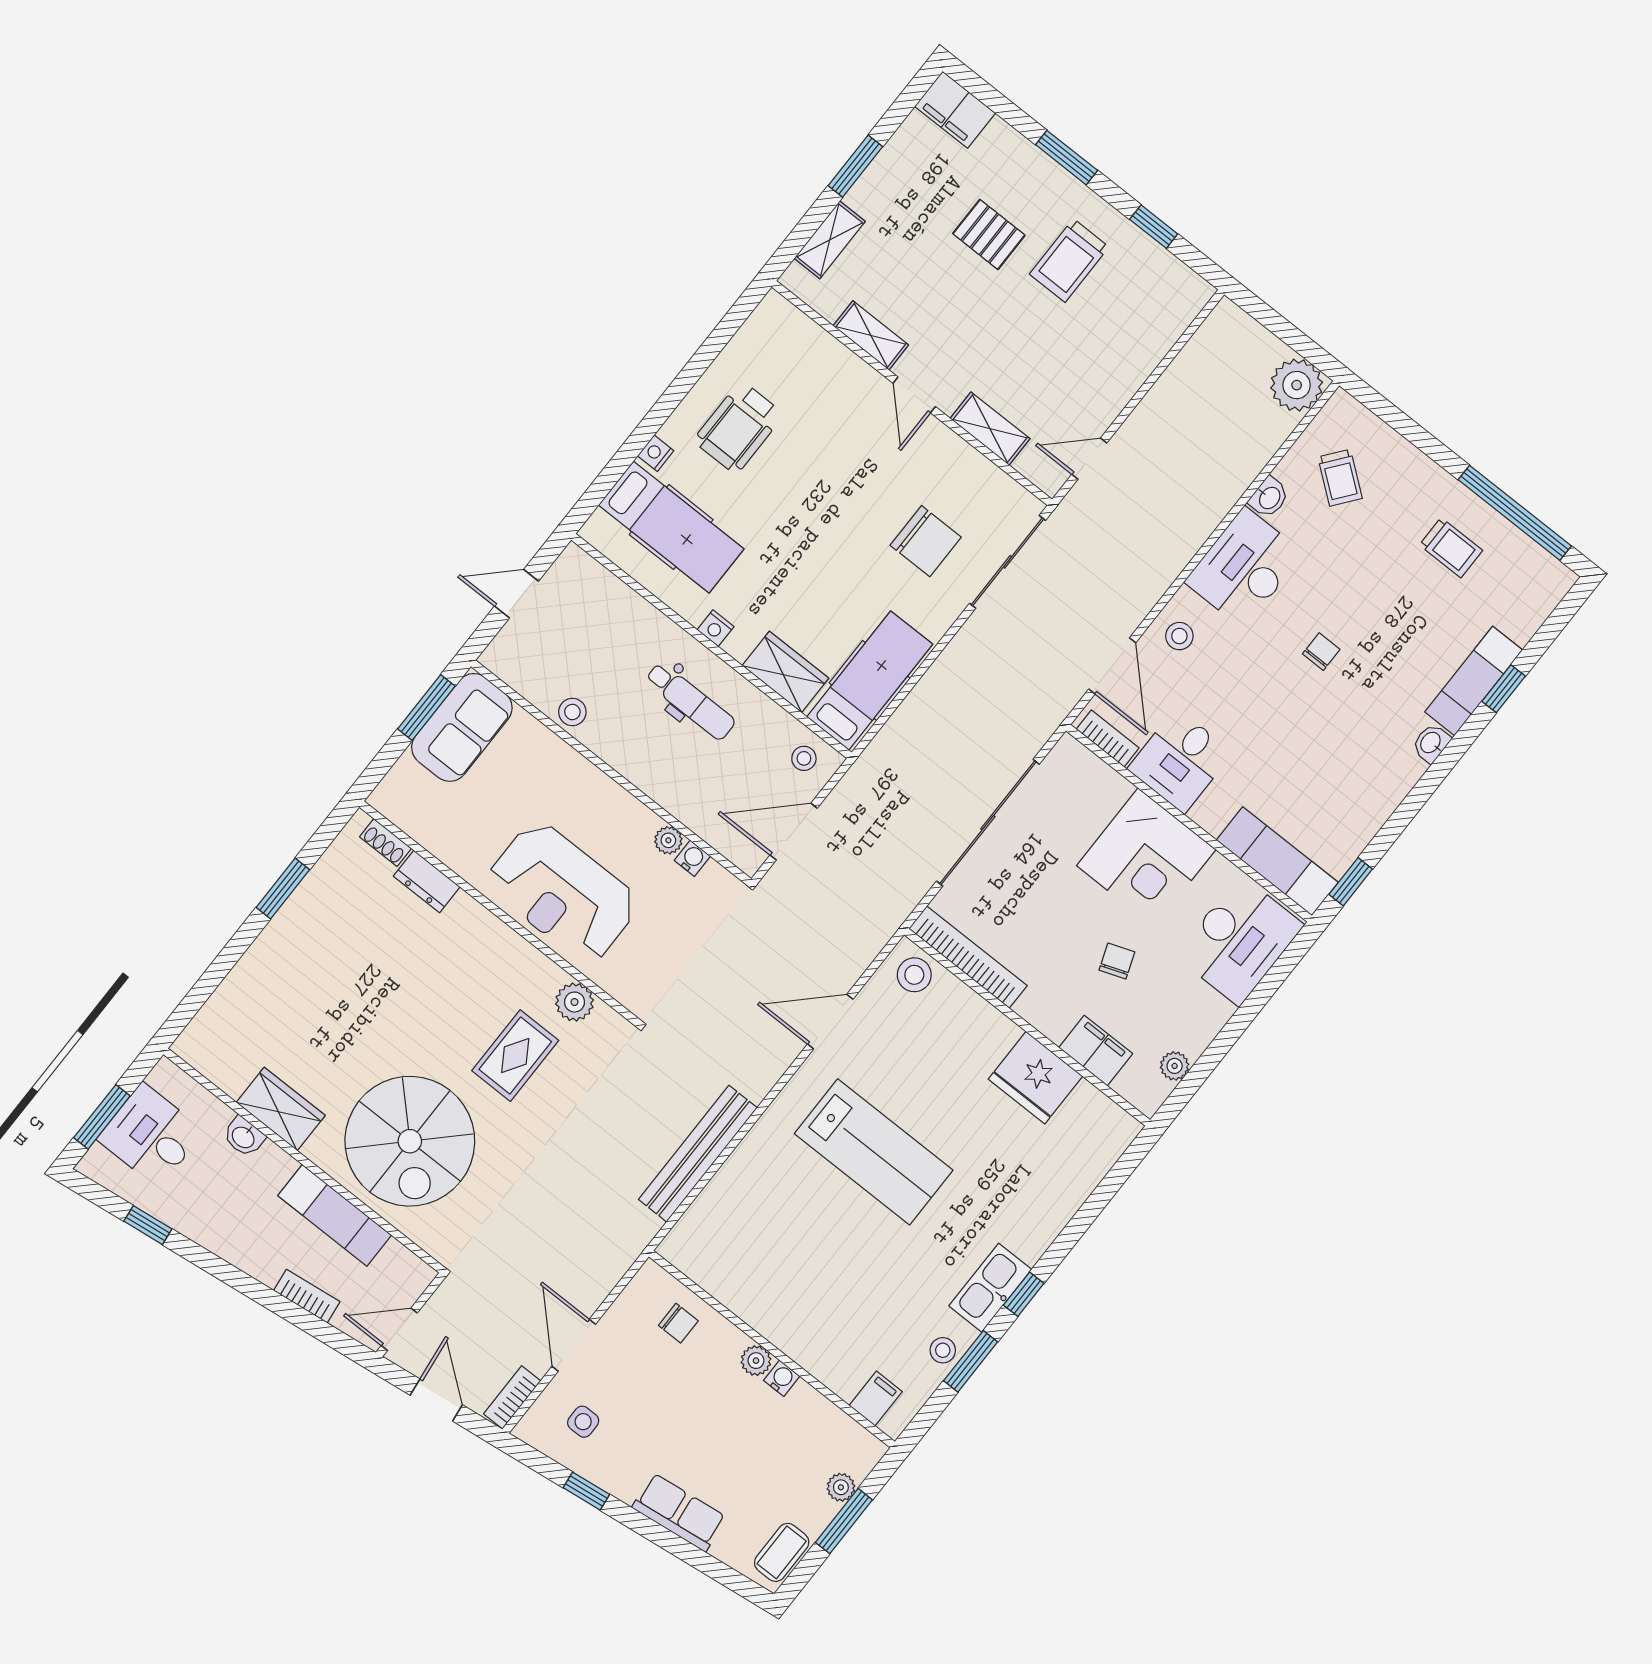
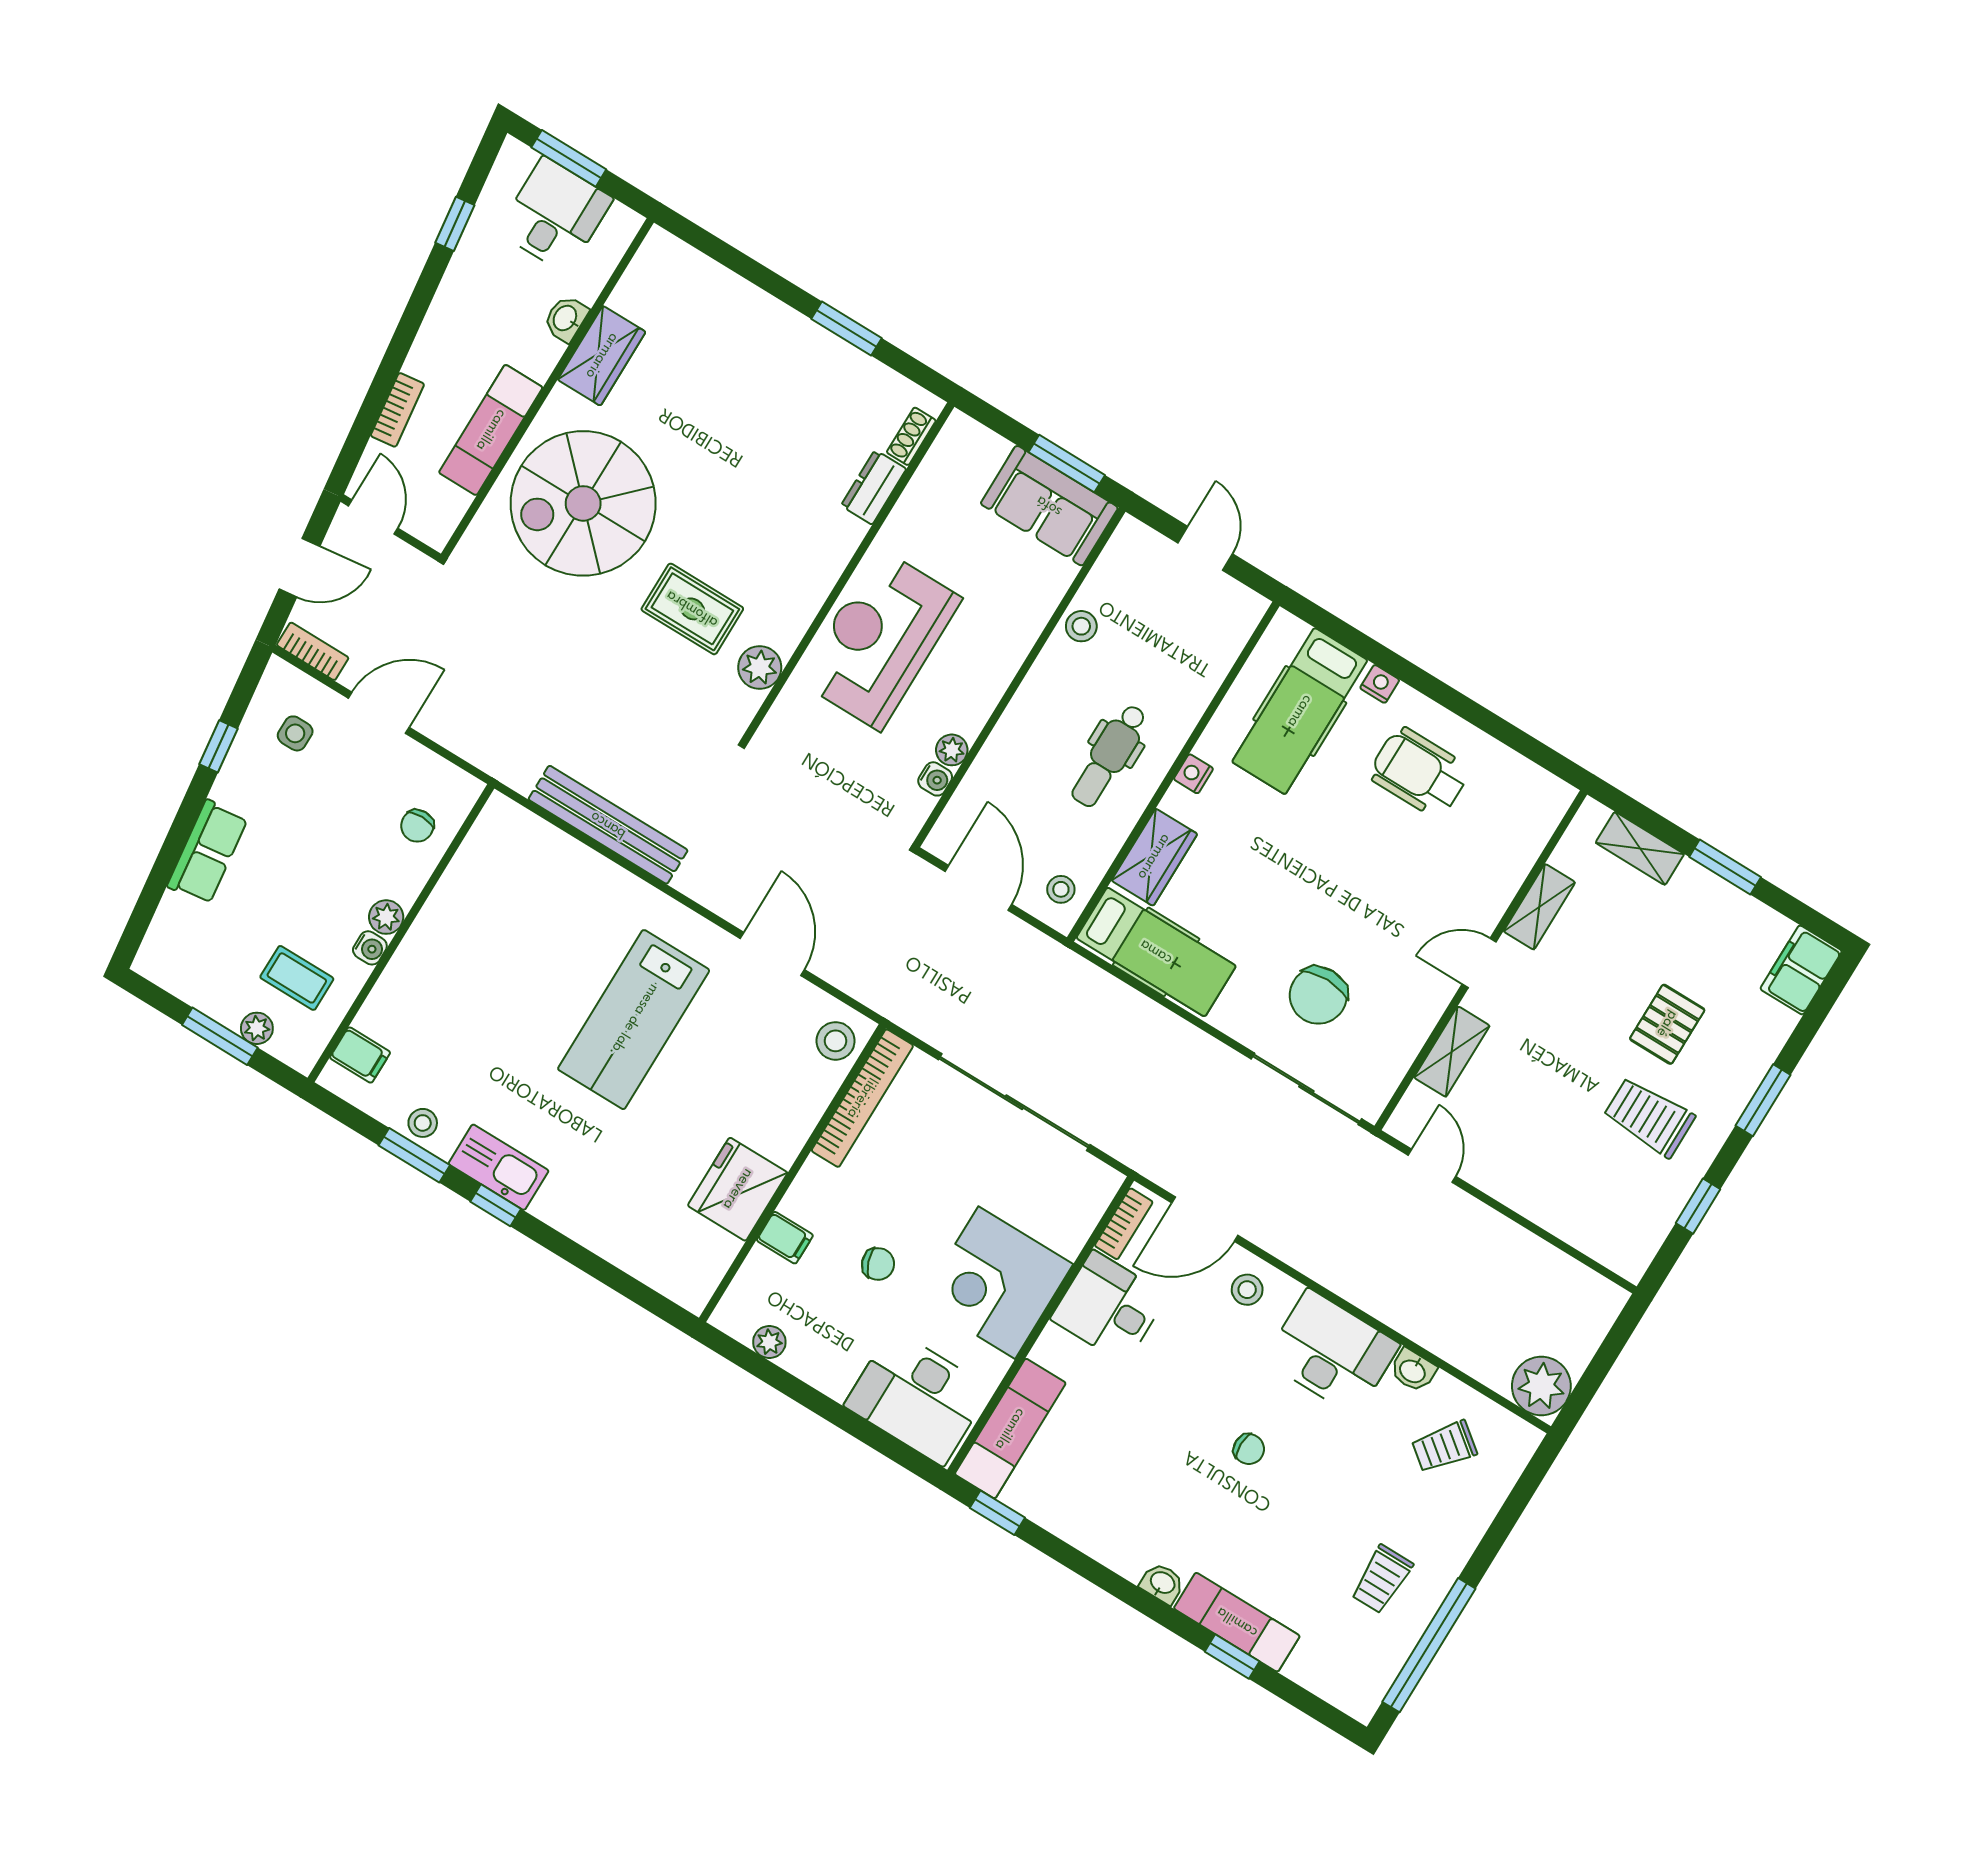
filing cabinet: (1096, 1051) -> (785, 1238), width x0.50
coffee table: (782, 1552) -> (297, 978), moved

